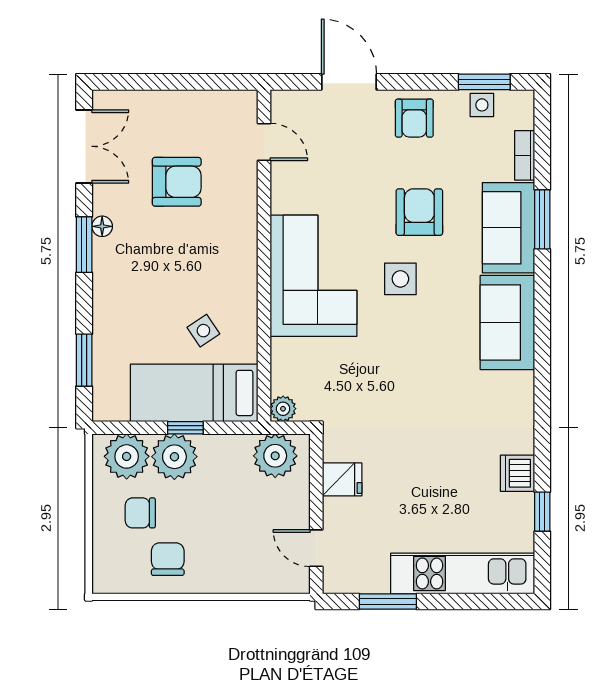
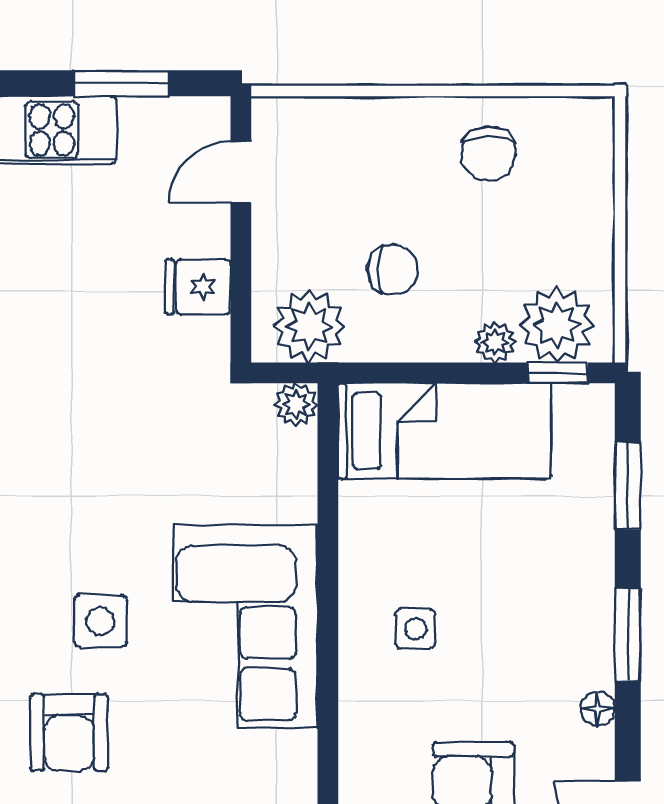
window: (84, 245) -> (628, 634), moved
side table: (203, 331) -> (416, 629), moved, turned 34
window: (185, 428) -> (558, 373), moved
plant: (174, 457) -> (495, 342), width x0.53, depth x0.53
chair: (140, 513) -> (393, 270), moved
door: (316, 548) -> (241, 172), swing flipped

